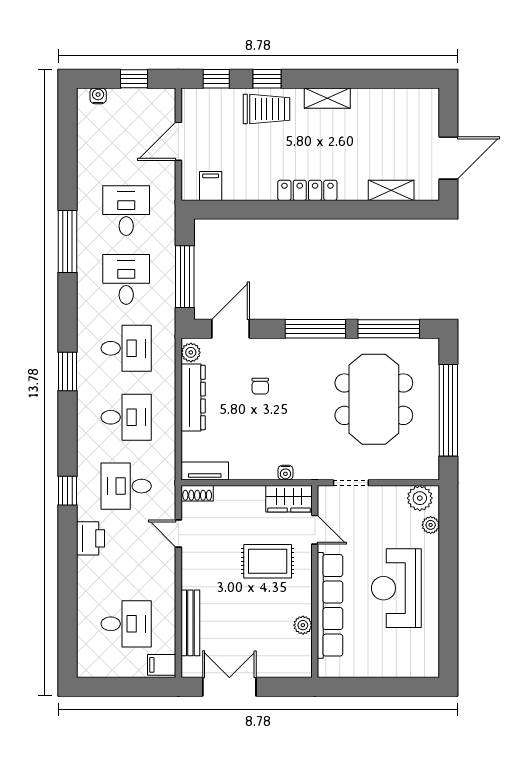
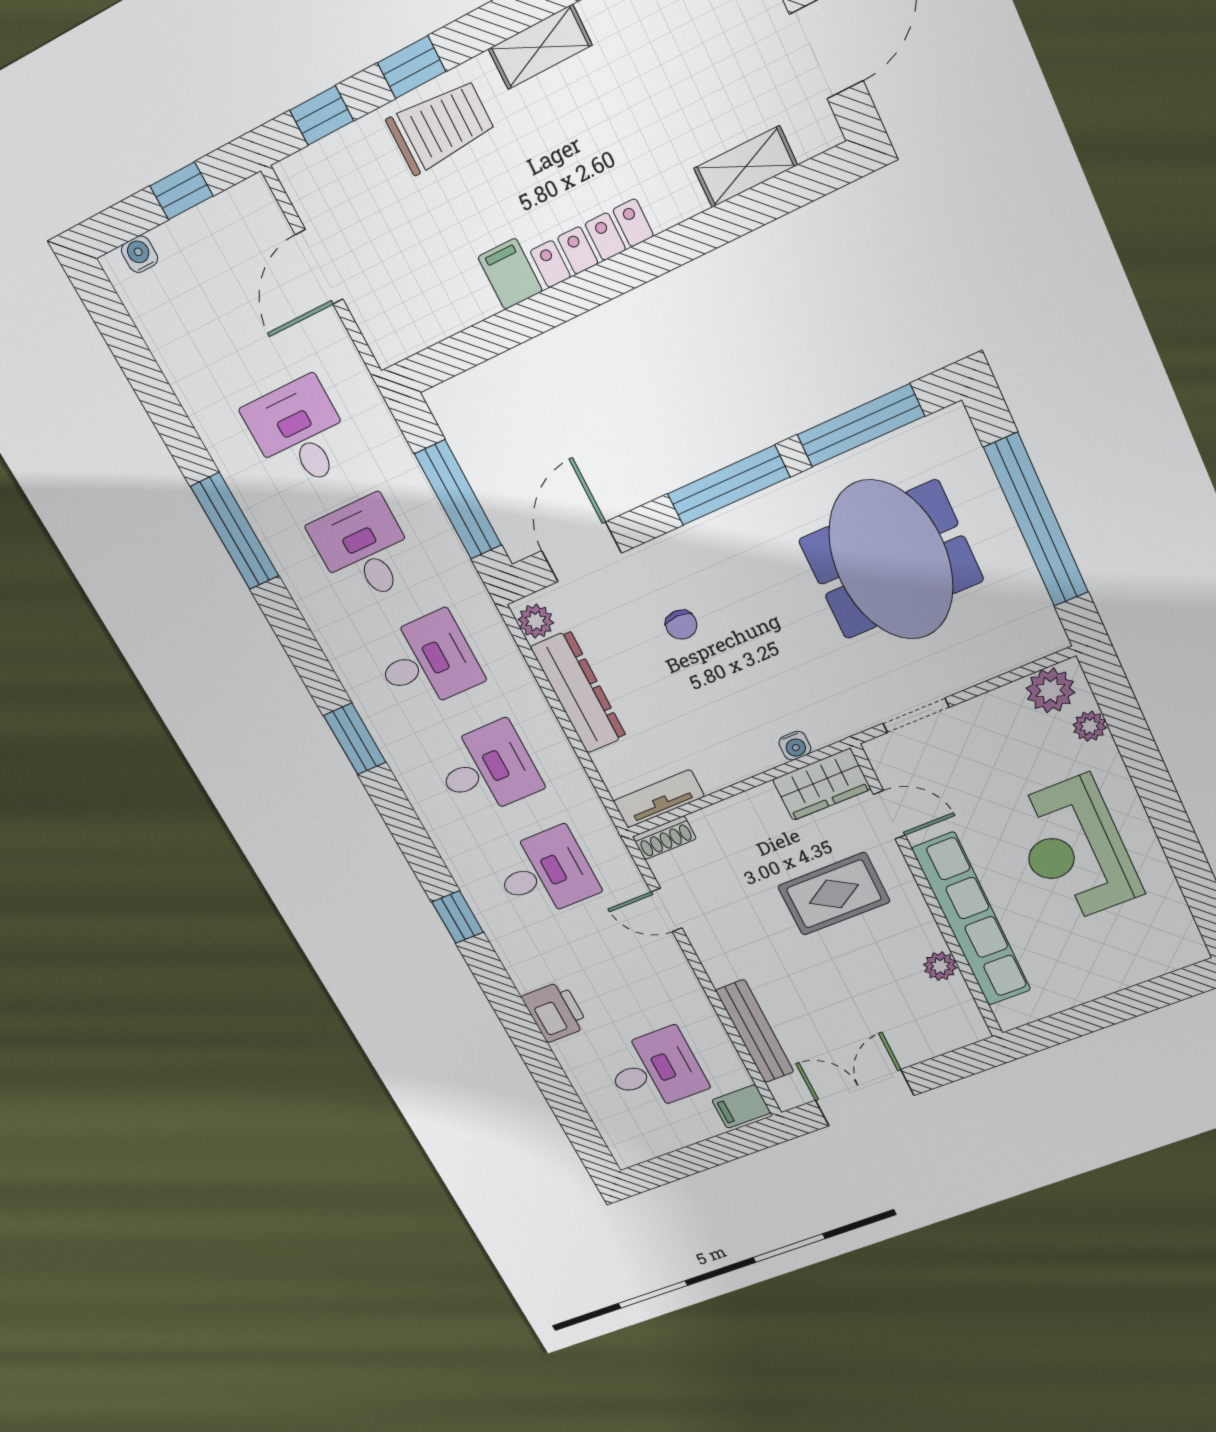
filing cabinet: (211, 186) -> (510, 274), moved
desk: (126, 486) -> (545, 873), turned 180
printer: (90, 538) -> (555, 1012), moved

